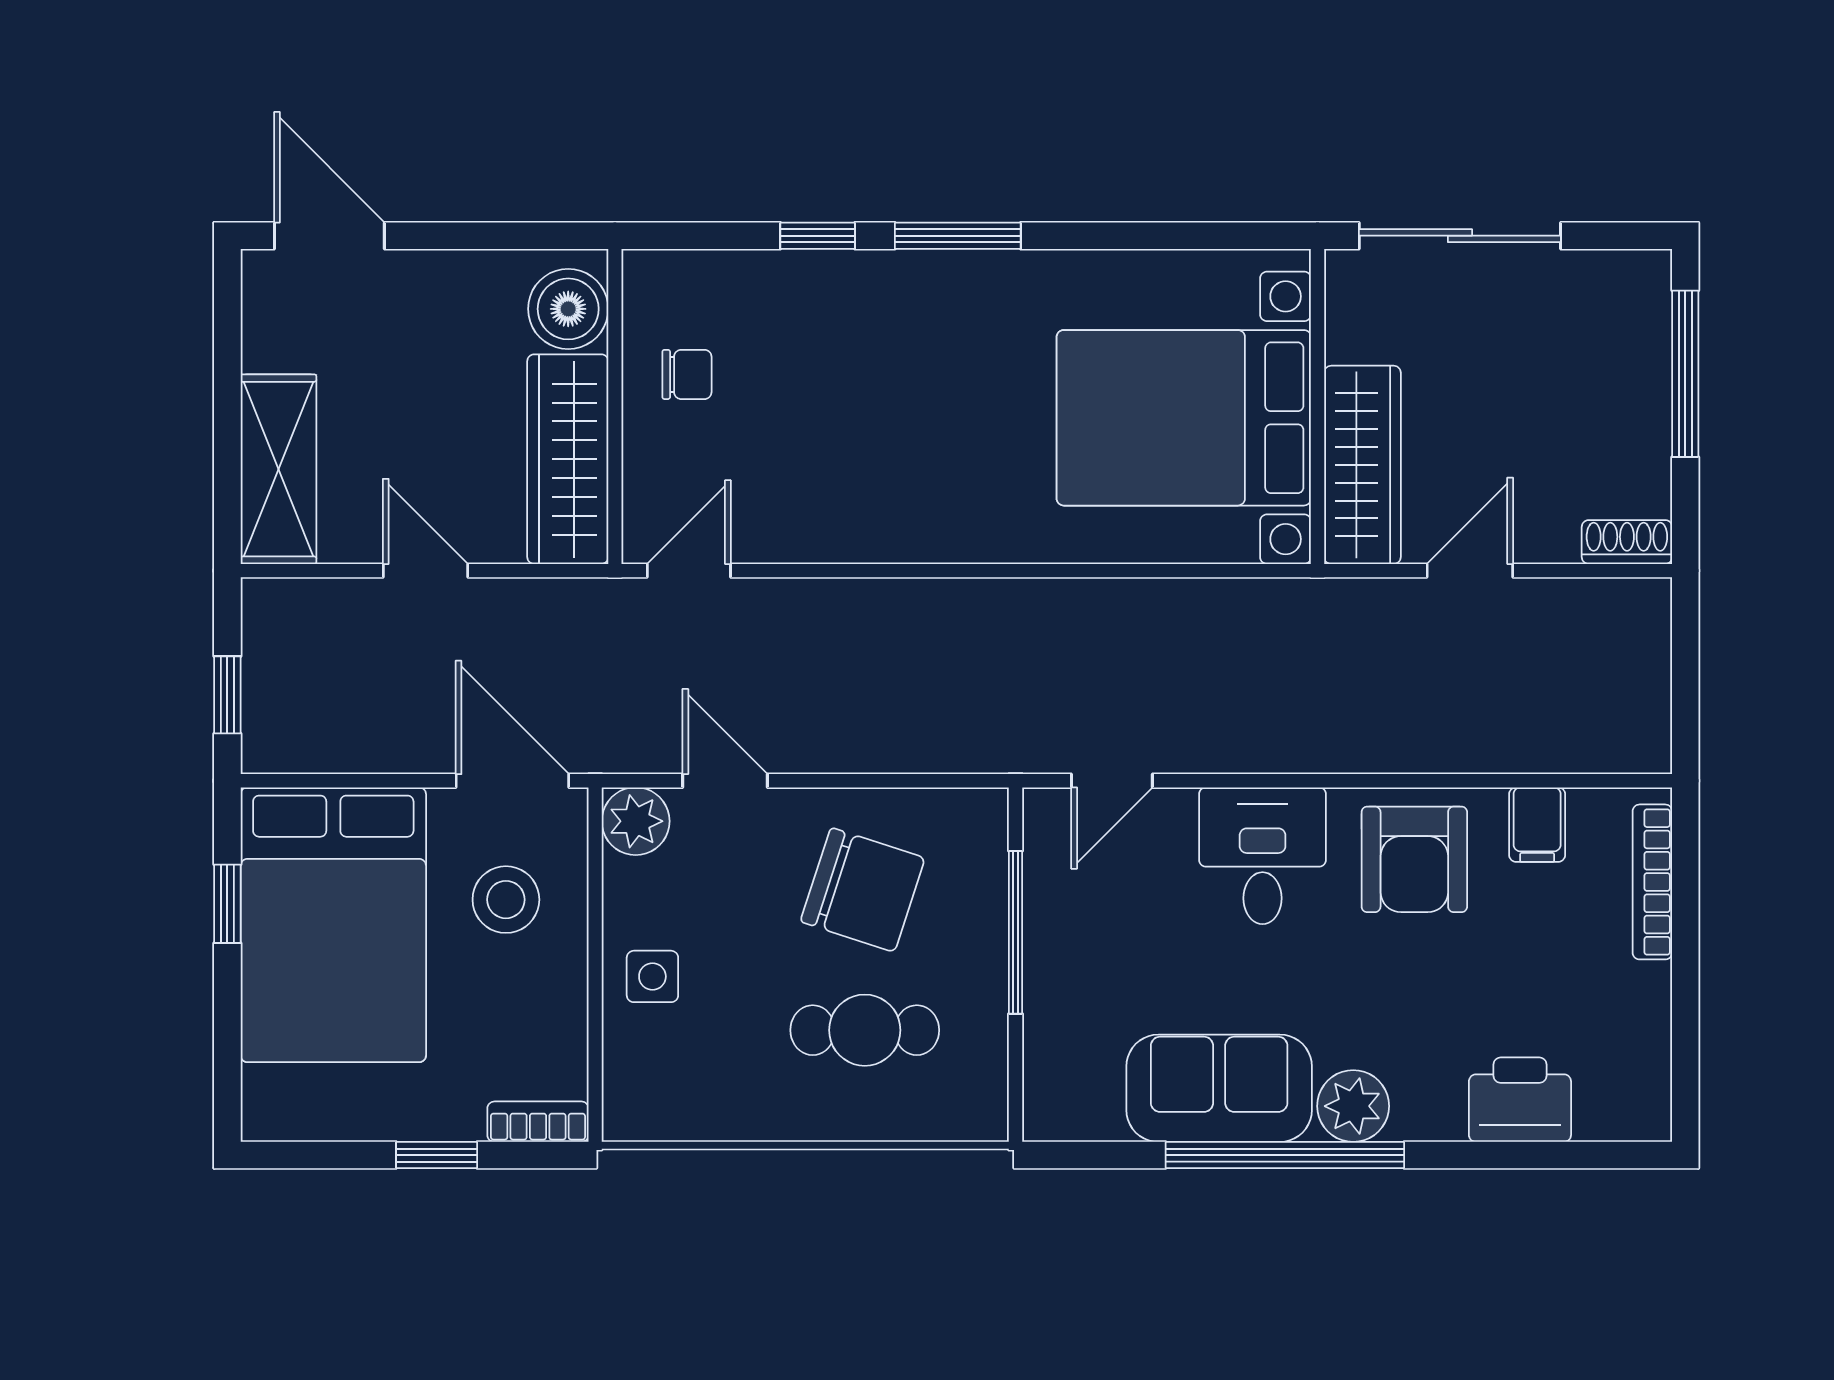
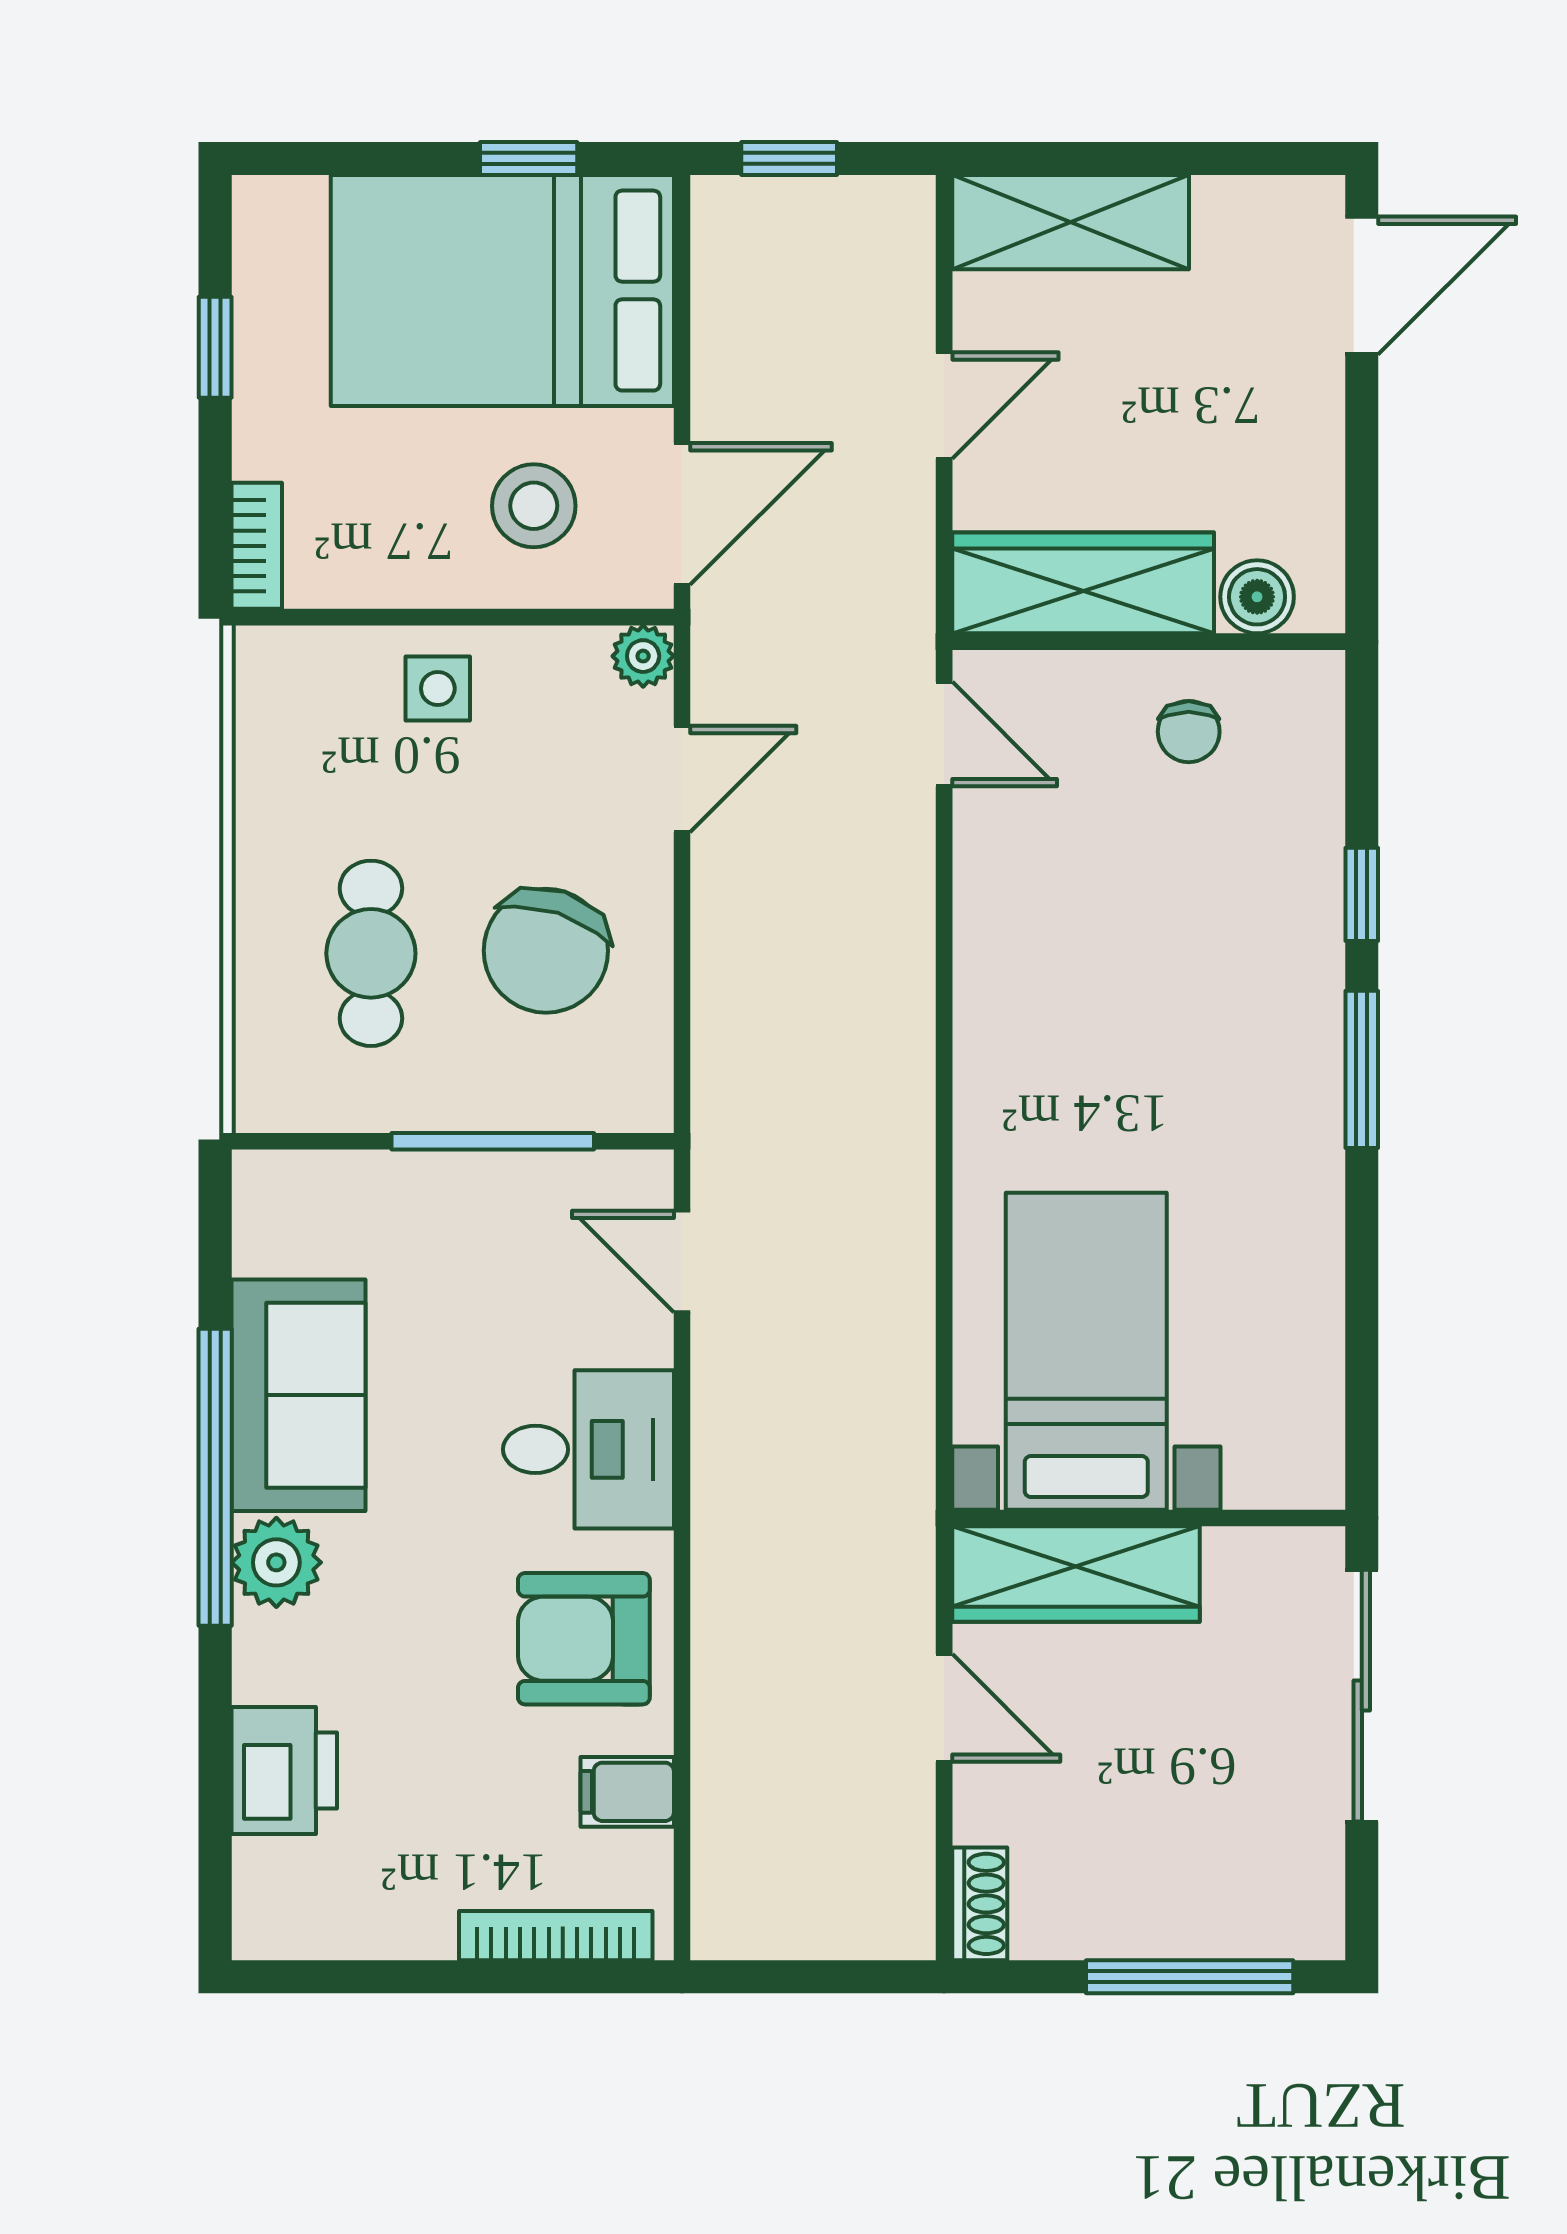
boiler: (568, 309) -> (1257, 597), width x0.73, depth x0.73
bed with nightstands: (1184, 418) -> (1086, 1351), width x0.73
plant: (636, 821) -> (643, 656), width x0.73, depth x0.73
window: (437, 1155) -> (215, 347), moved

